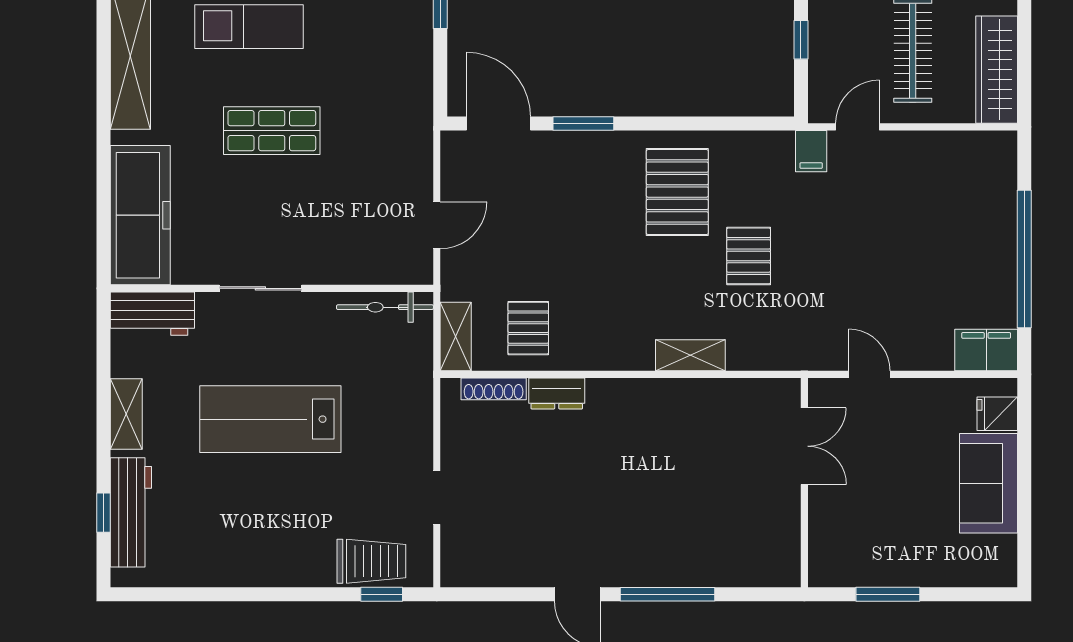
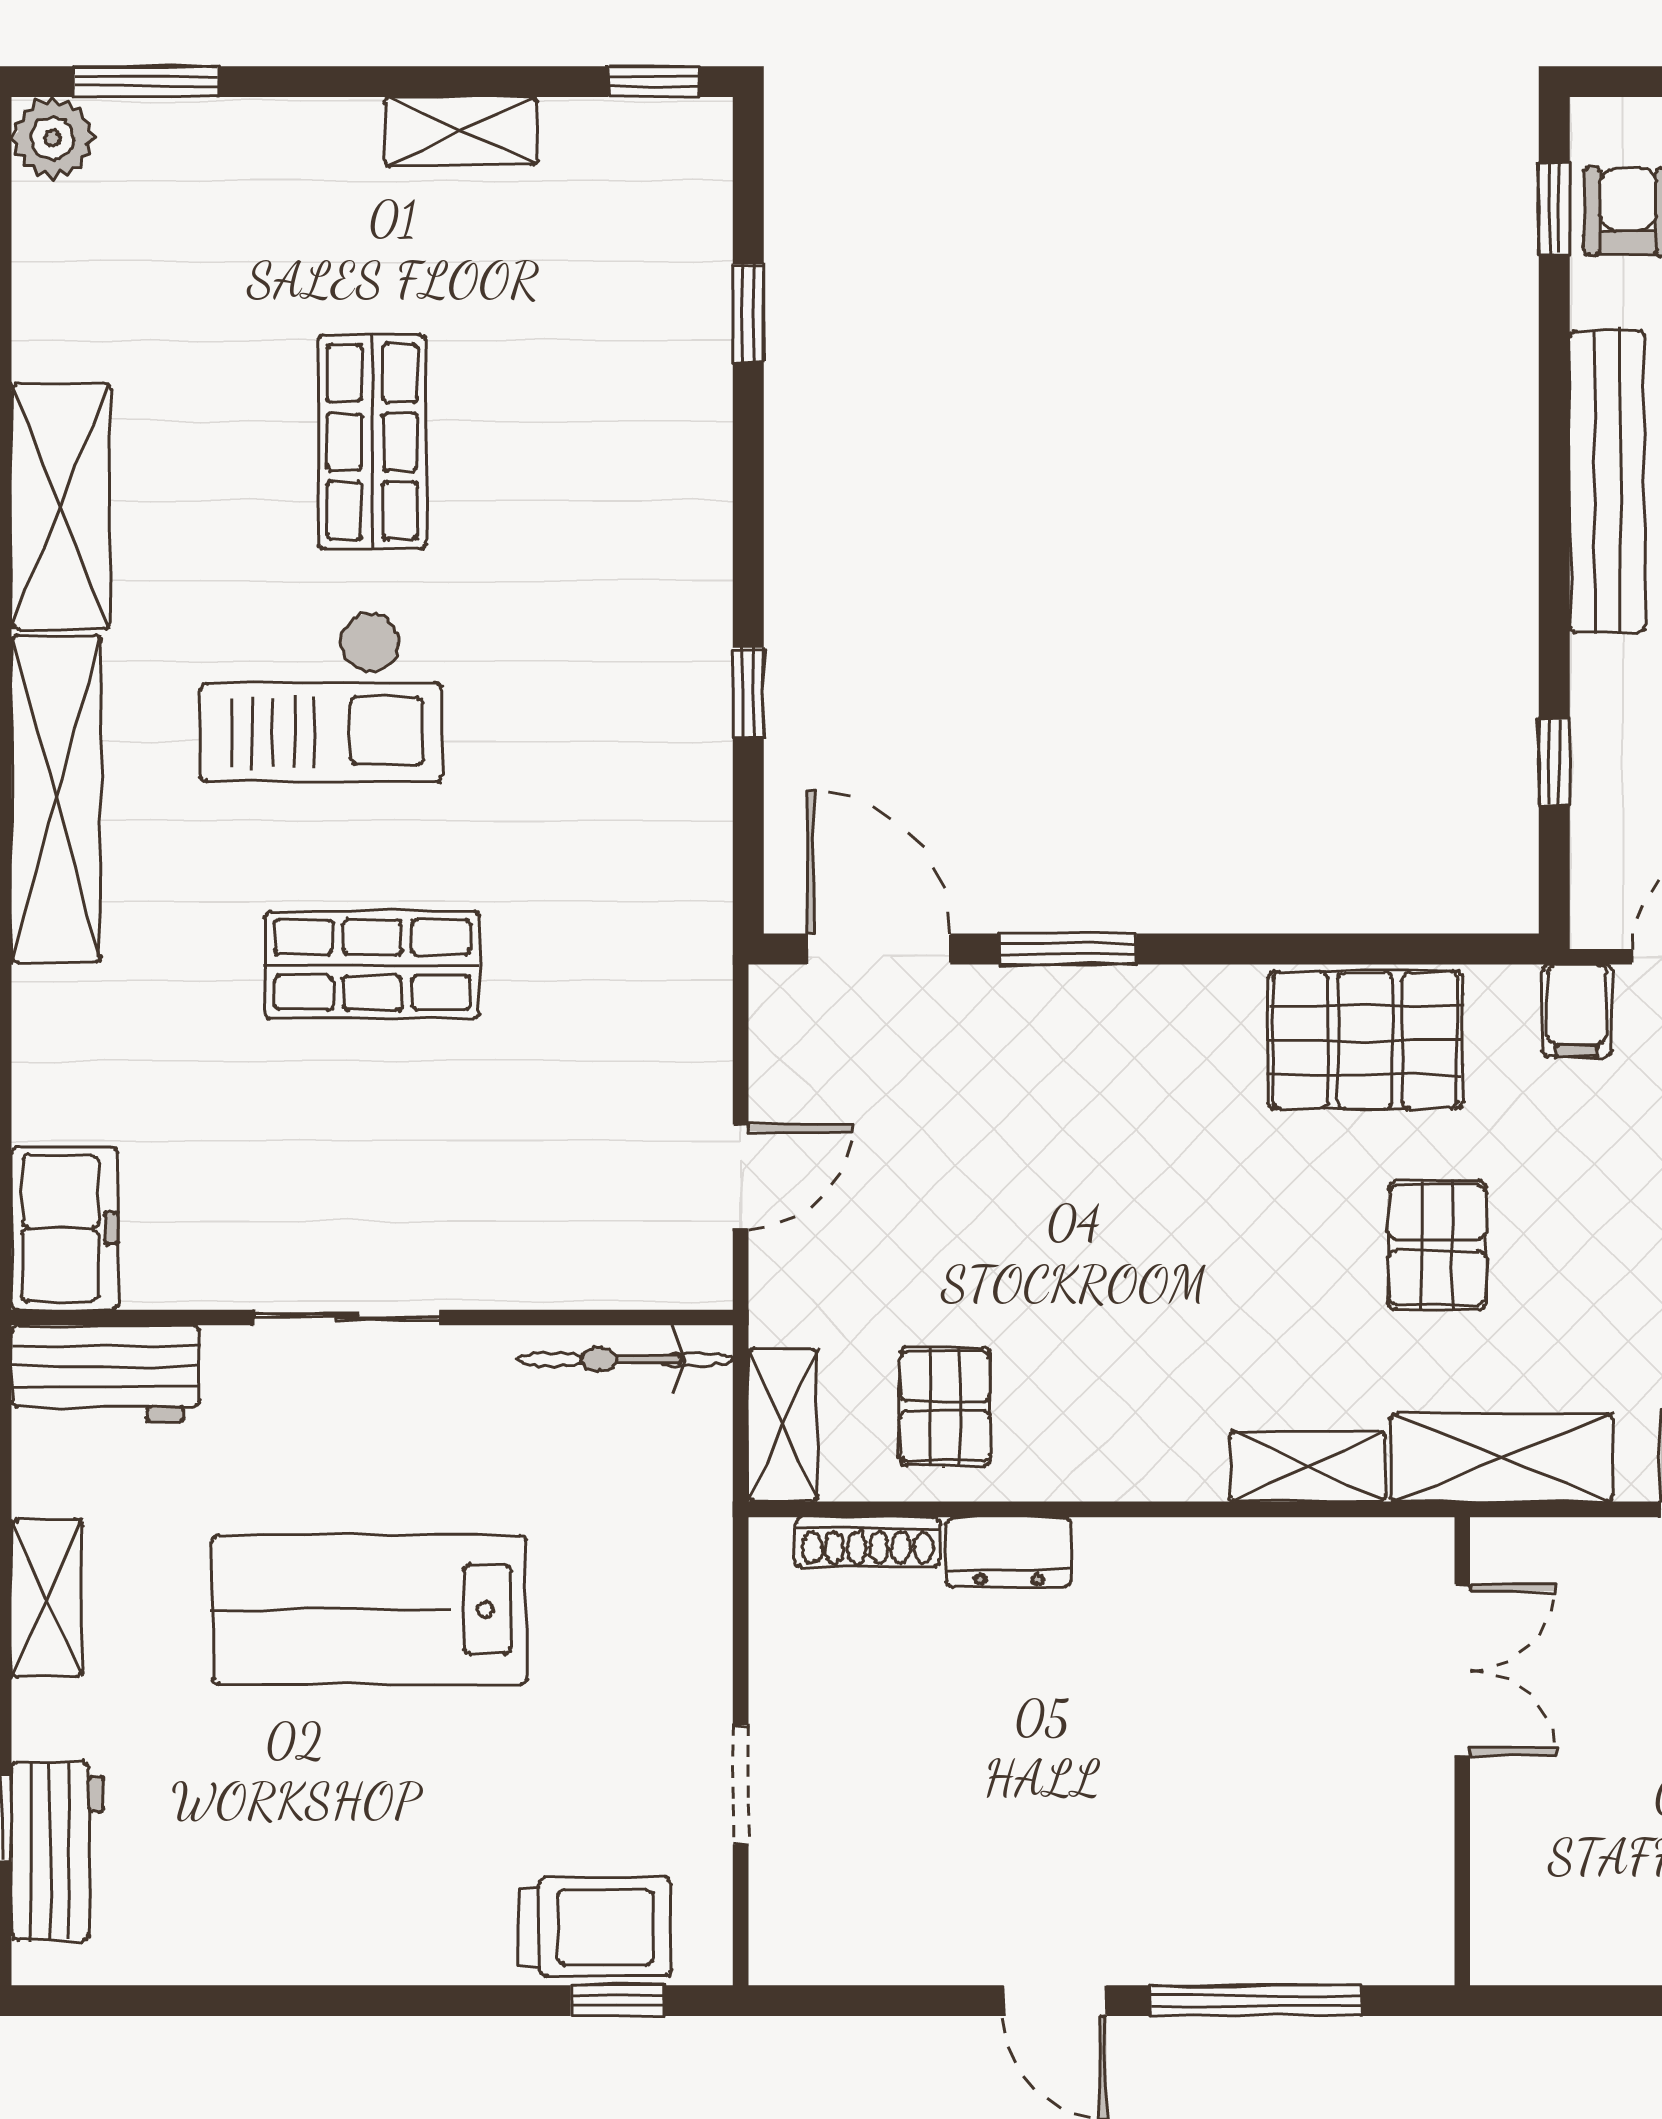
pallet: (677, 192) -> (1365, 1040), moved, turned 90
freezer: (140, 215) -> (64, 1228), width x0.52, depth x0.79
shelving: (778, 351) -> (1502, 1457), added
double door: (804, 446) -> (1462, 1670), moved
wall: (804, 483) -> (1462, 1751), moved
workbench: (131, 512) -> (57, 1851), width x0.73

